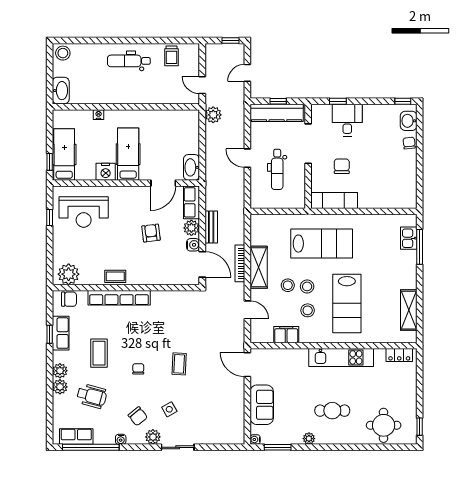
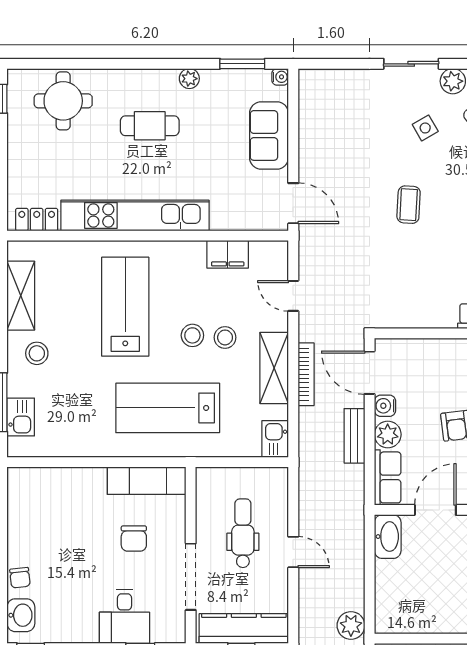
kitchen sink: (258, 225) -> (275, 439), added
stool: (308, 310) -> (37, 353), moved
kitchen unit: (341, 357) -> (135, 215), width x1.36

